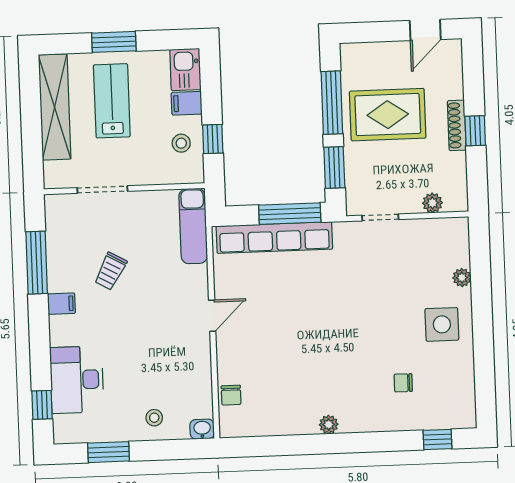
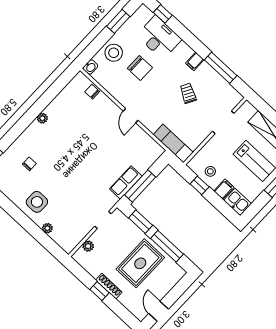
row of seats: (274, 238) -> (126, 182), width x0.50
chair: (140, 365) -> (140, 68), added
stool: (154, 418) -> (114, 53), width x1.89, depth x1.89

